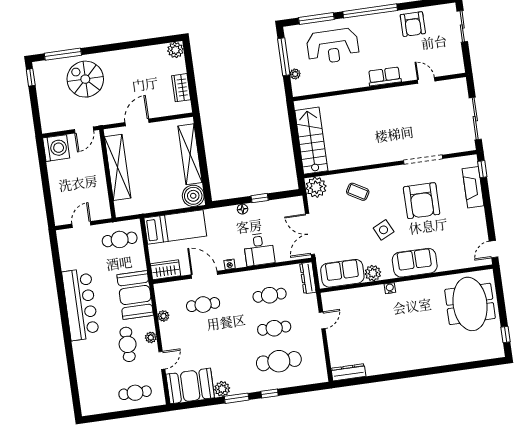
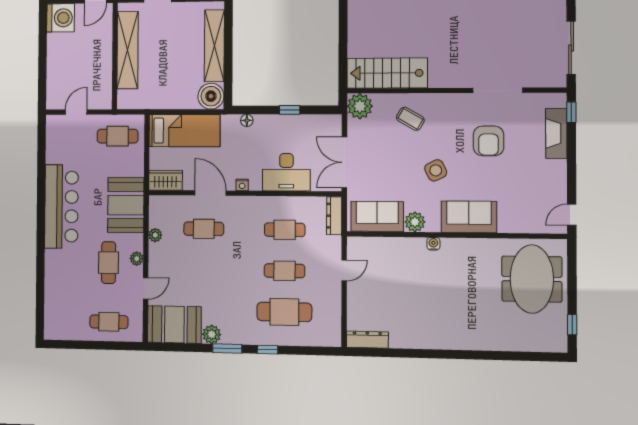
stairs: (311, 141) -> (387, 73), moved, turned -90
armchair: (422, 201) -> (489, 141), width x0.73, depth x0.73
floor lamp: (243, 209) -> (247, 120), moved
desk: (259, 249) -> (286, 172), width x1.37

